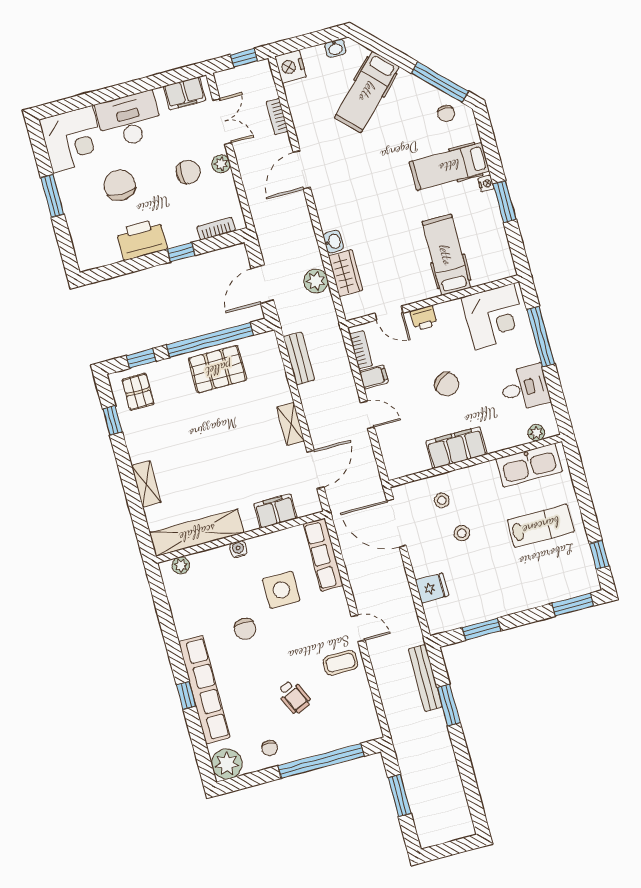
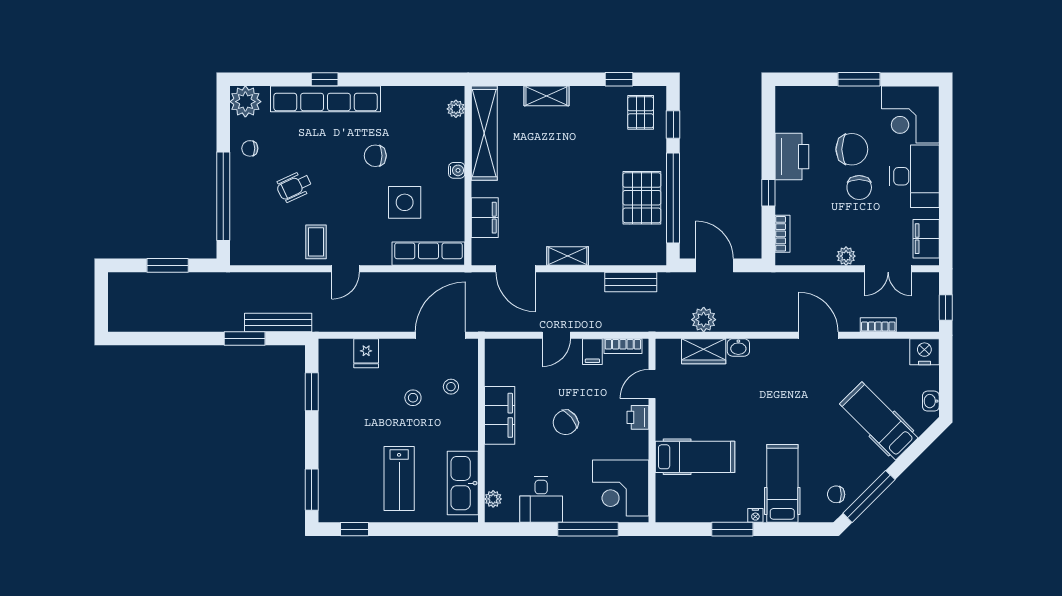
chair: (188, 172) -> (859, 187), moved
pallet: (138, 392) -> (641, 112), turned 90

